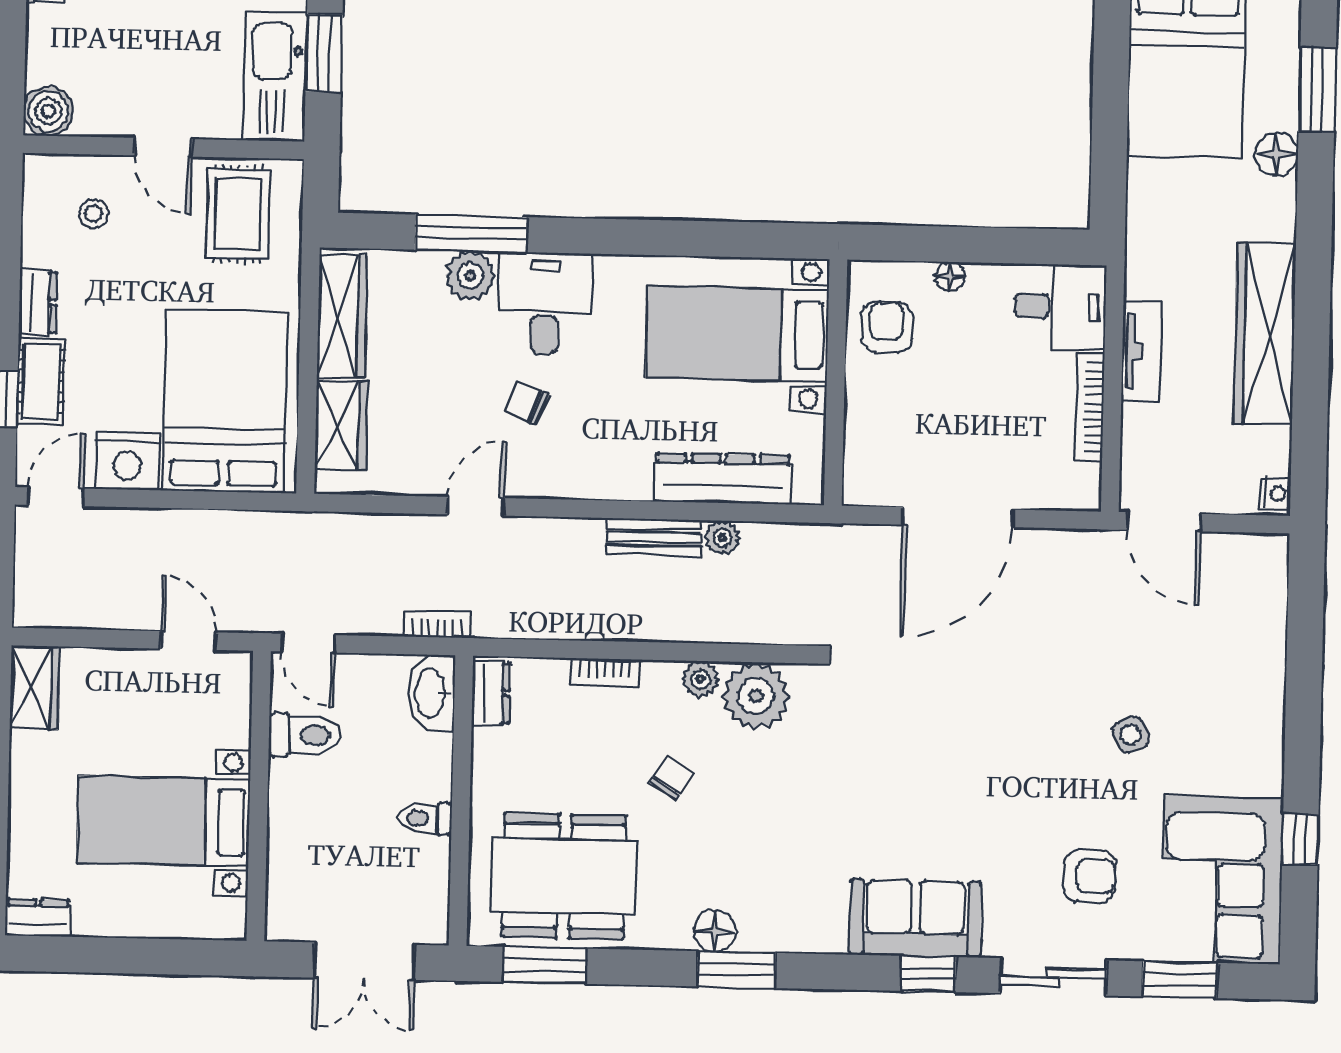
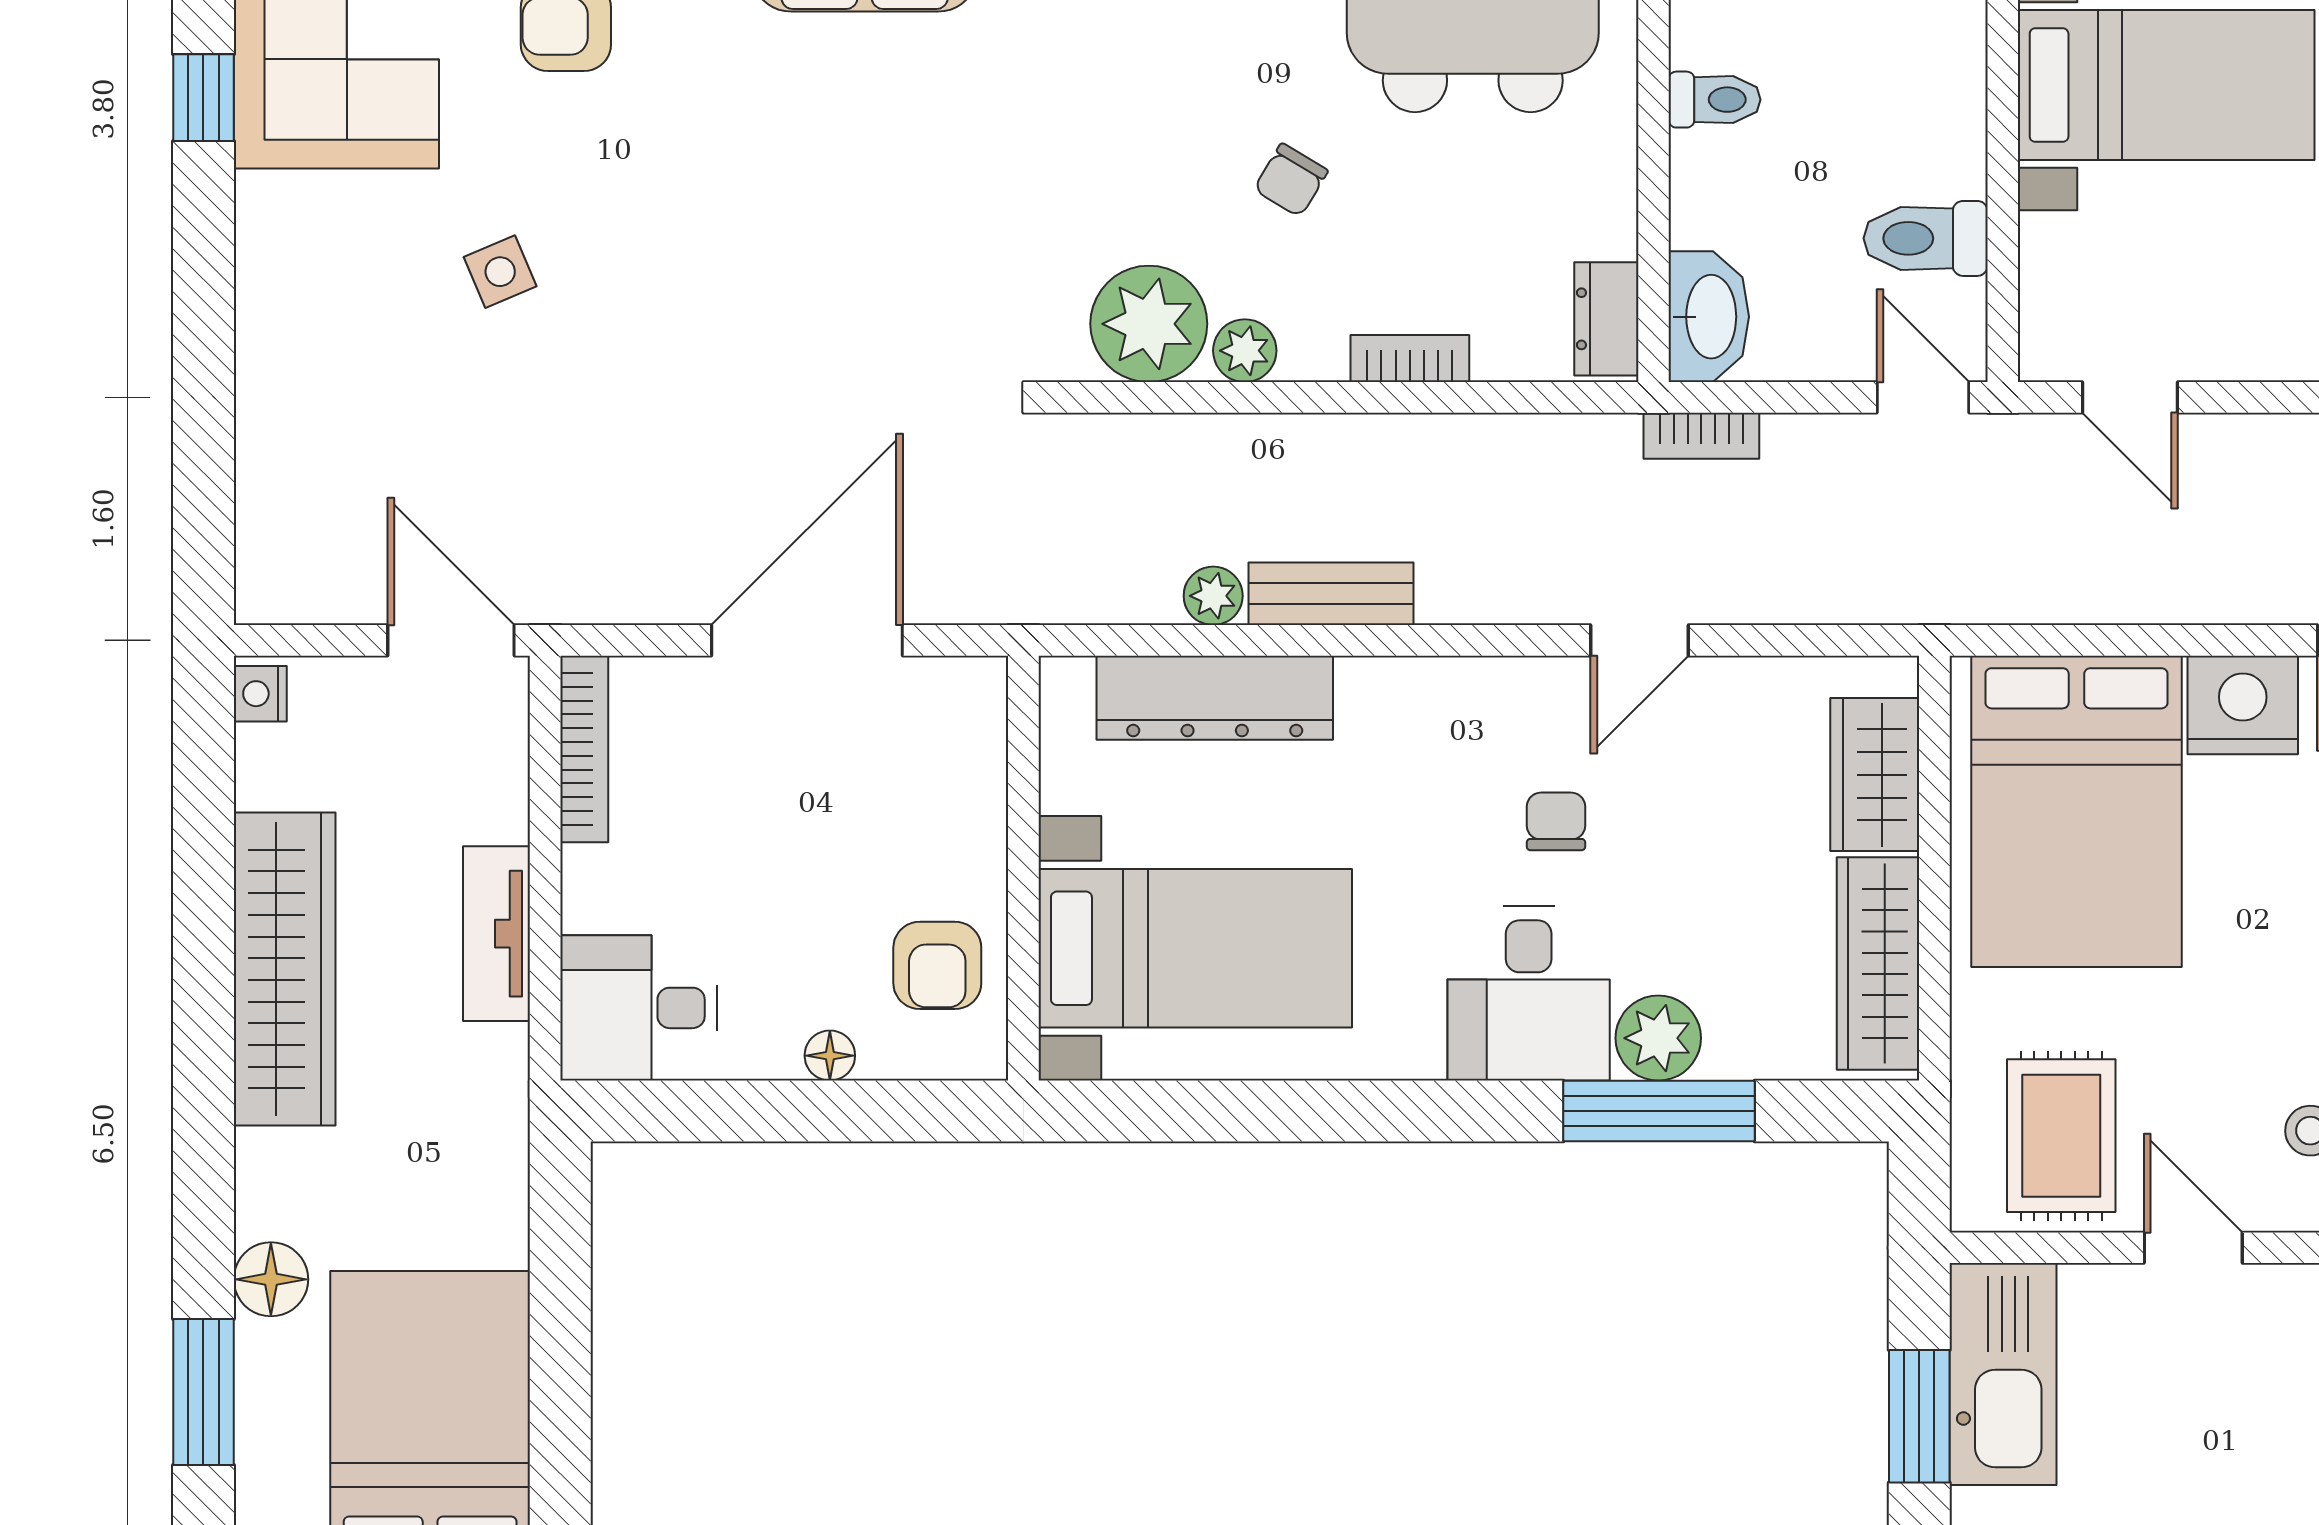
chair: (526, 403) -> (1556, 821), turned -112
bookcase: (1089, 407) -> (584, 749), moved

